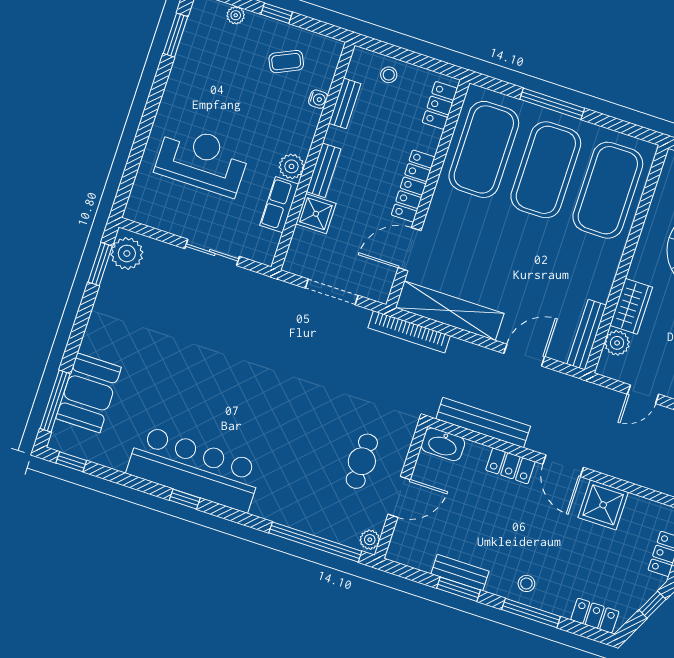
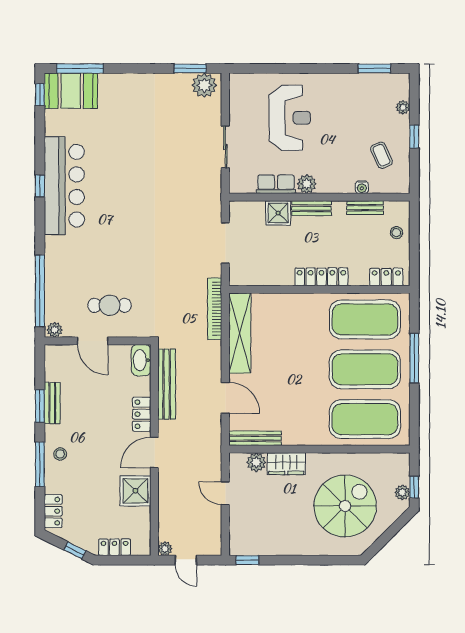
door: (410, 249) -> (275, 289), removed
booth: (88, 393) -> (71, 91), moved

